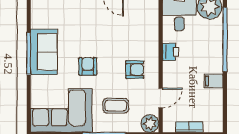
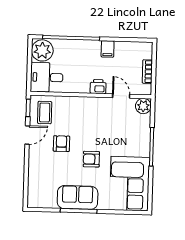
printer: (170, 52) -> (98, 87), moved
armchair: (135, 70) -> (61, 144), moved
coffee table: (116, 106) -> (45, 113), moved

